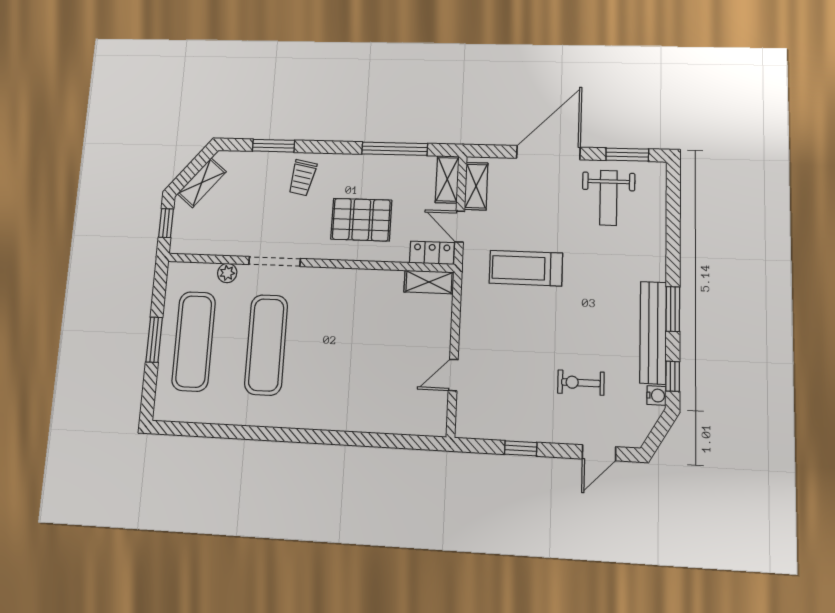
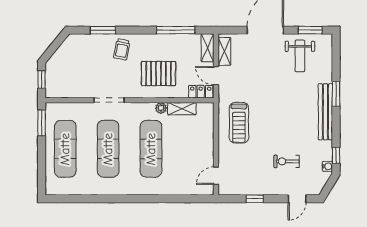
shelving: (202, 183) -> (61, 54), removed
treadmill: (526, 268) -> (239, 123), moved, turned -90
plant: (227, 273) -> (161, 108), moved
shelving: (429, 282) -> (182, 109), moved
window: (673, 309) -> (336, 94), moved
bench: (653, 332) -> (325, 112), moved
window: (154, 340) -> (42, 123), moved
exercise mat: (340, 348) -> (151, 149), added
door: (453, 375) -> (216, 176), moved

